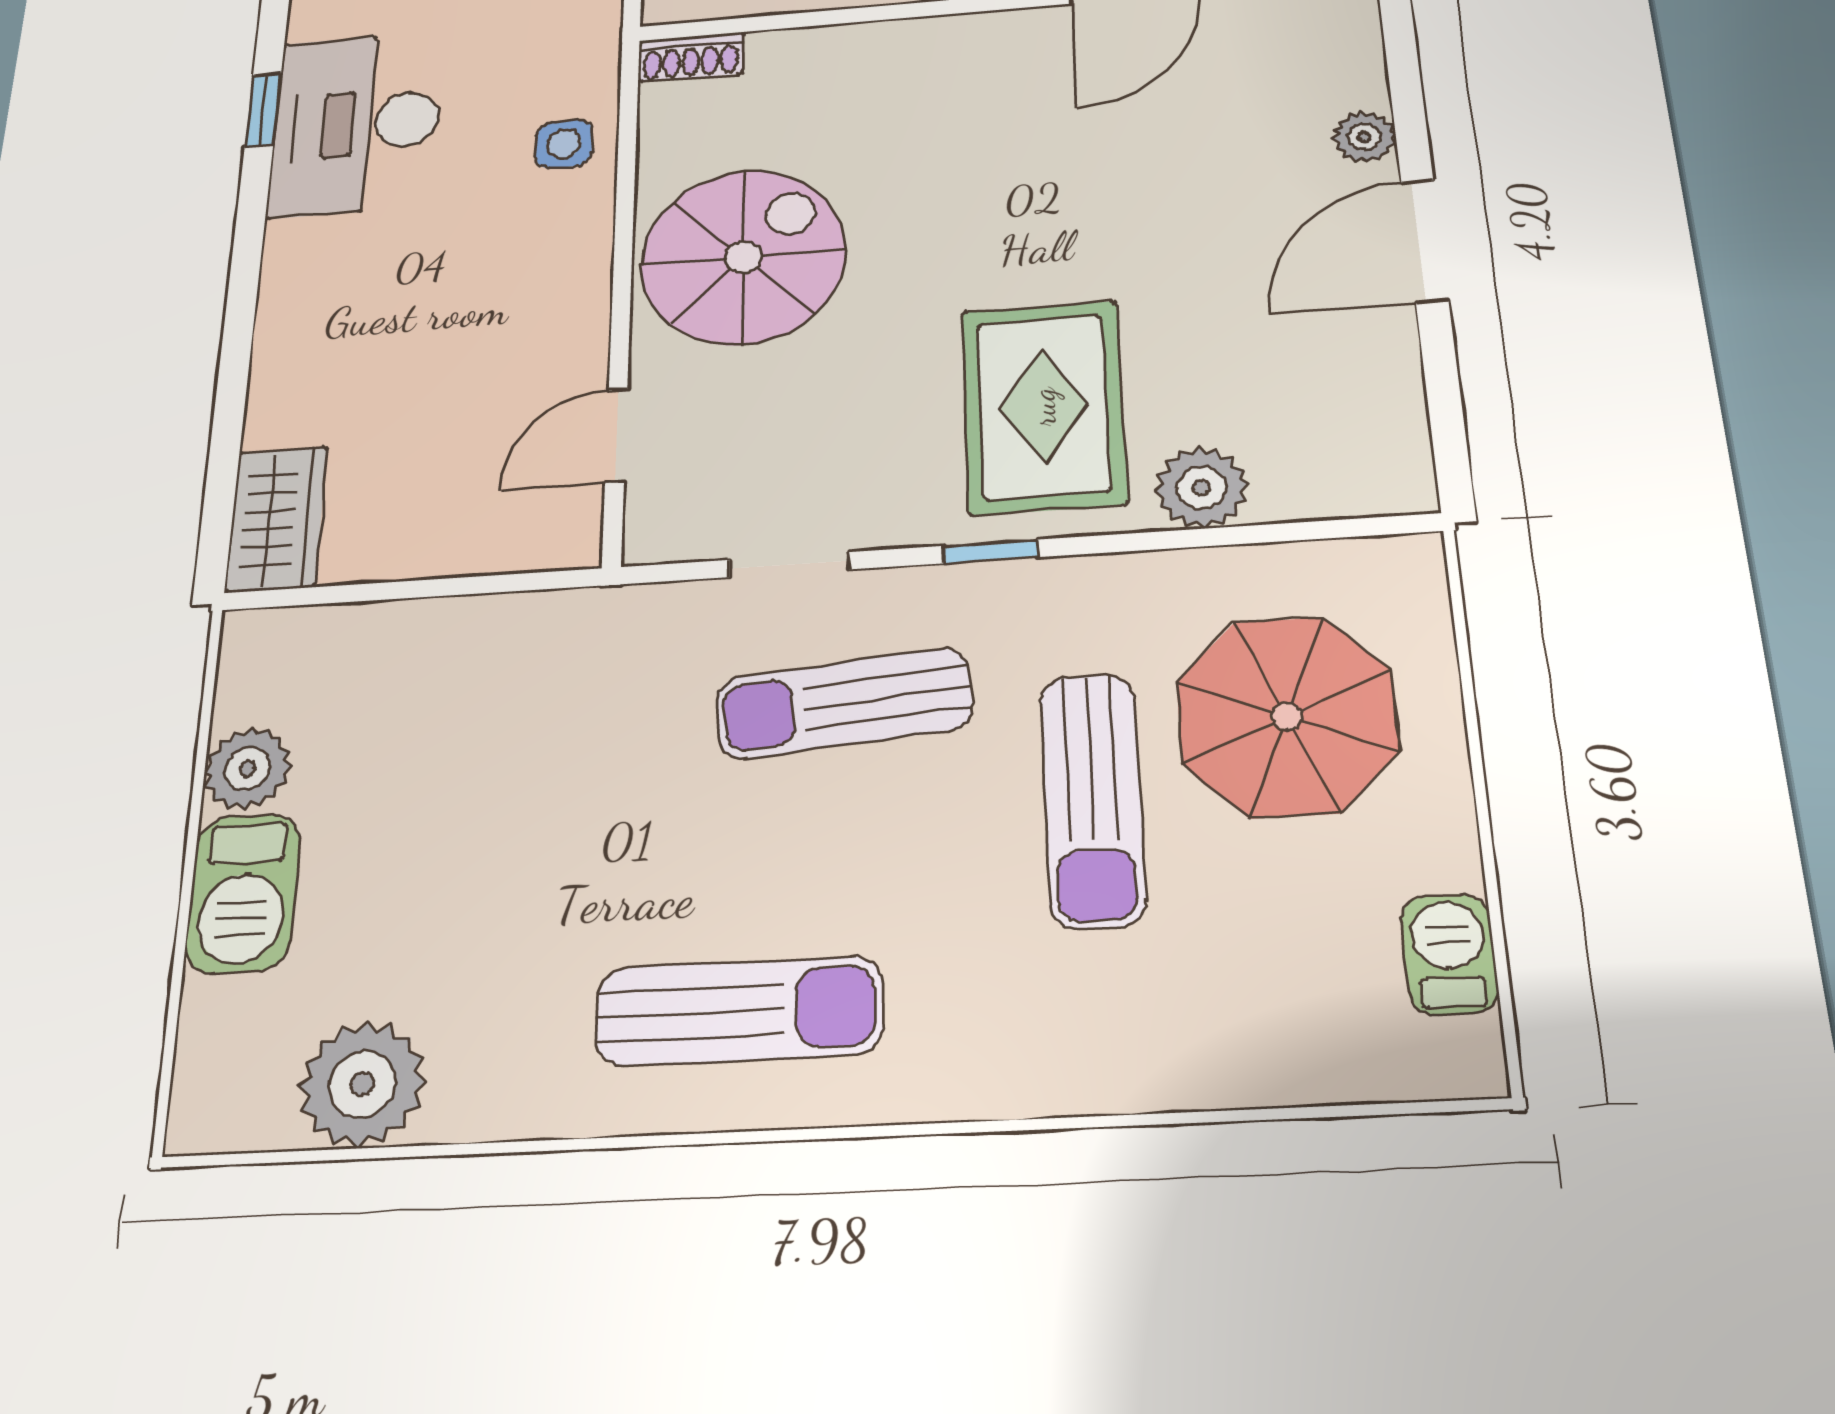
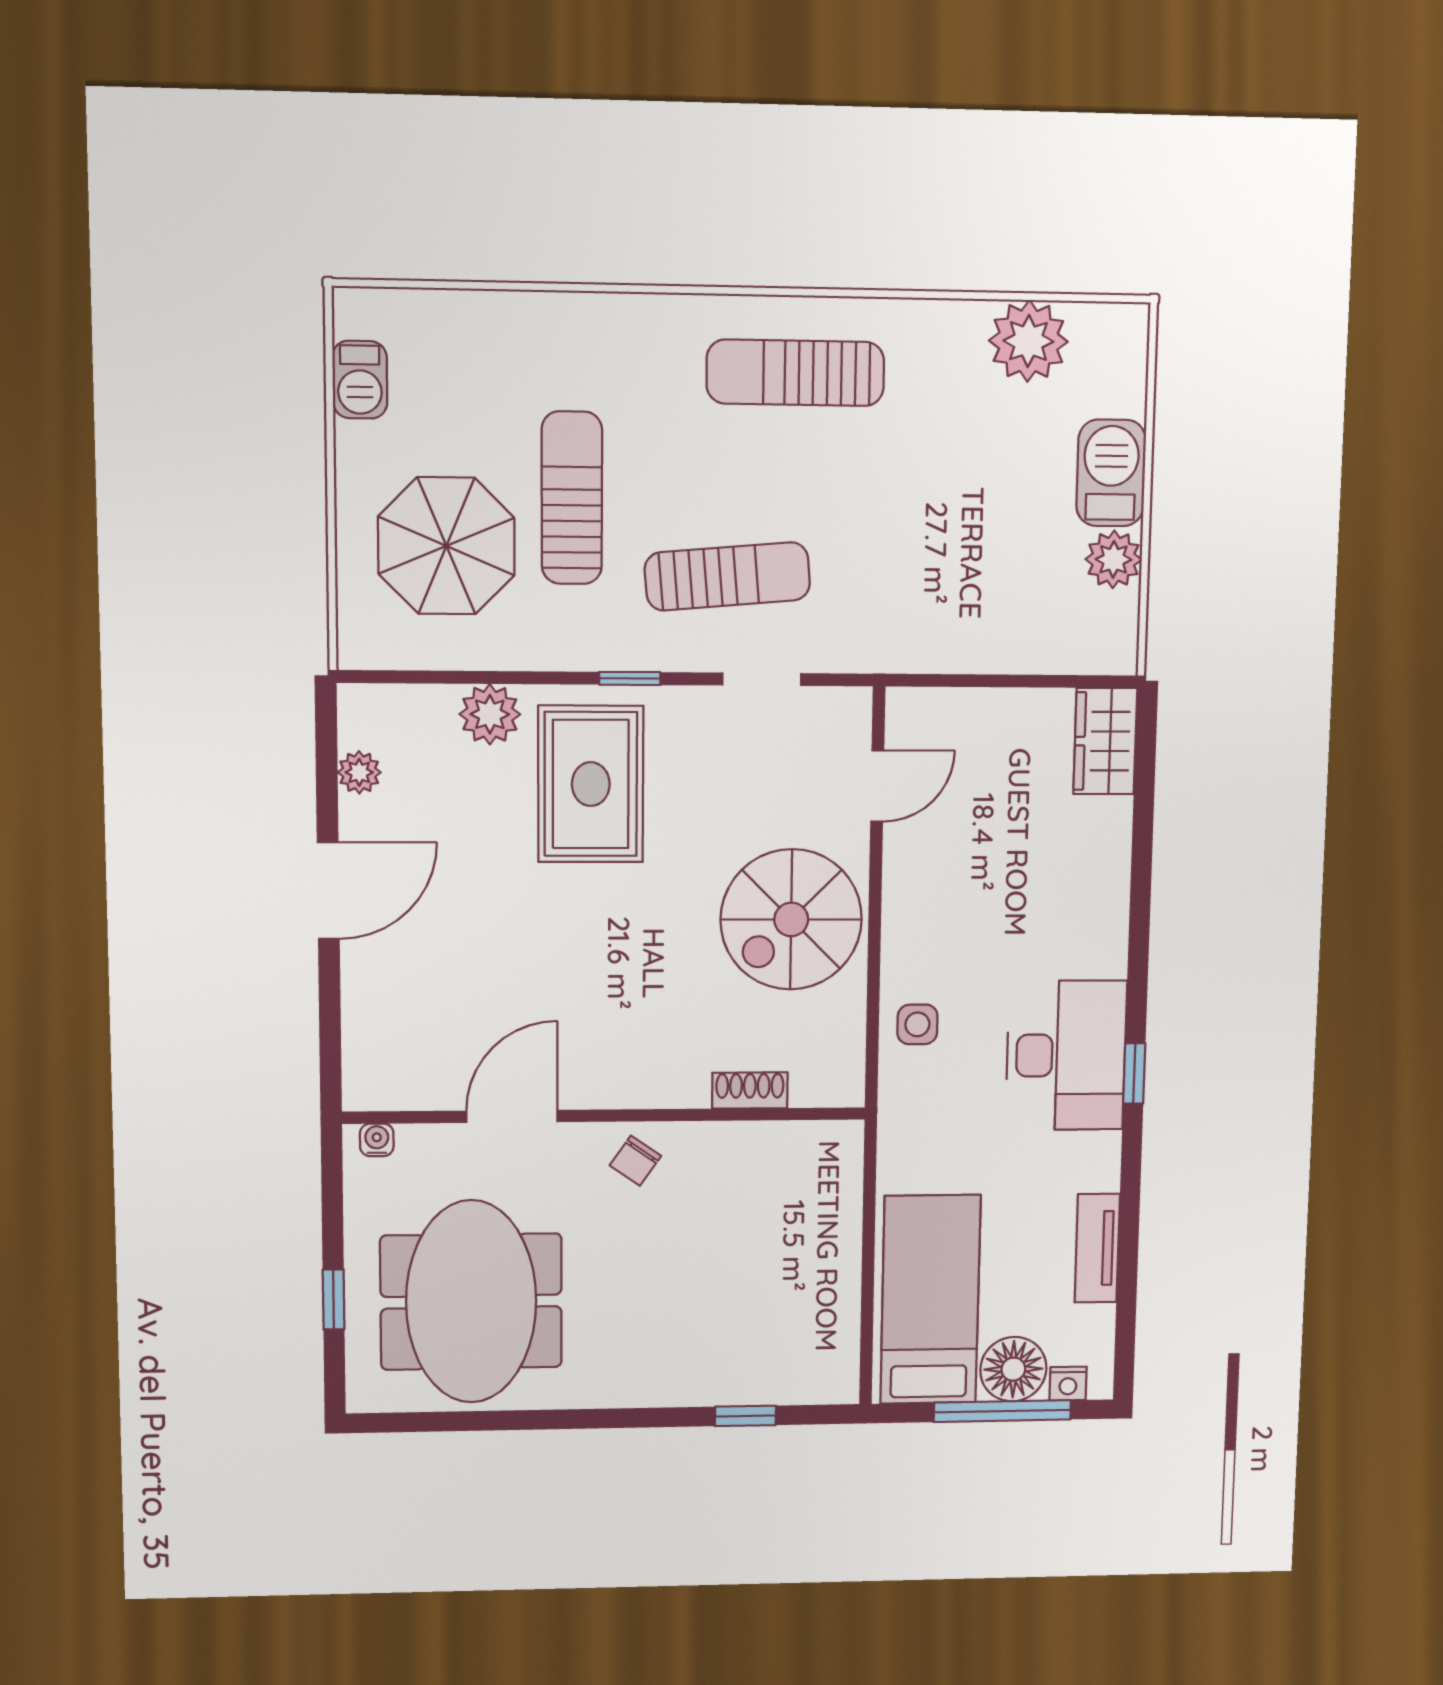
shoe rack: (691, 57) -> (750, 1090), moved
plant: (1364, 137) -> (359, 772), moved

